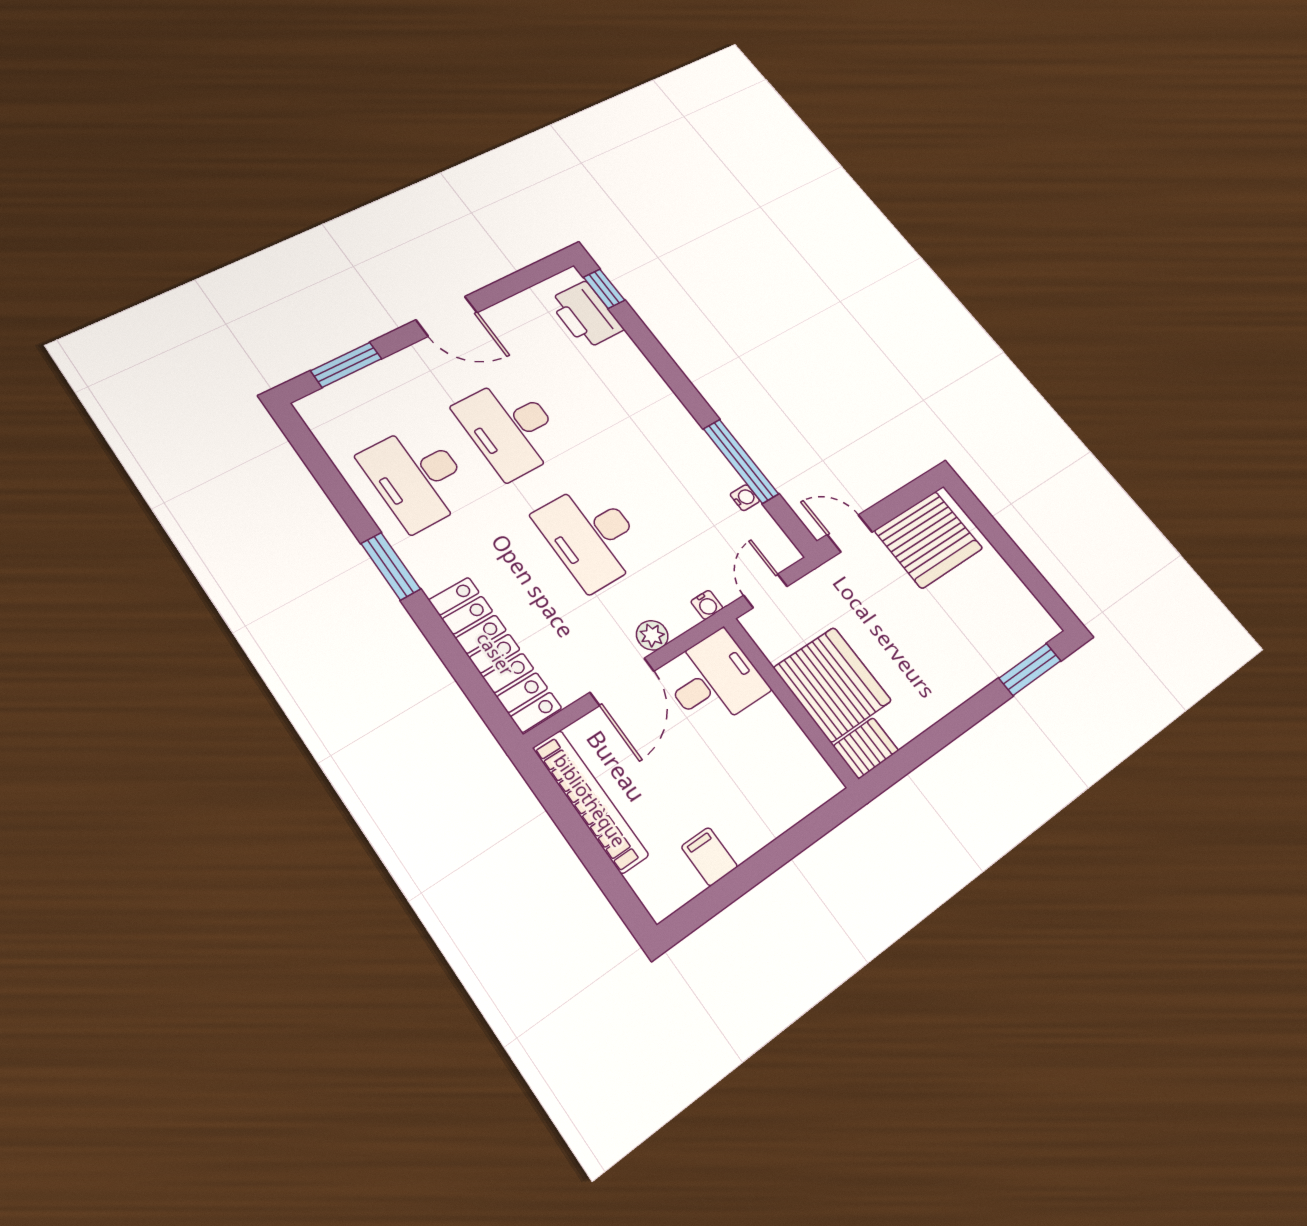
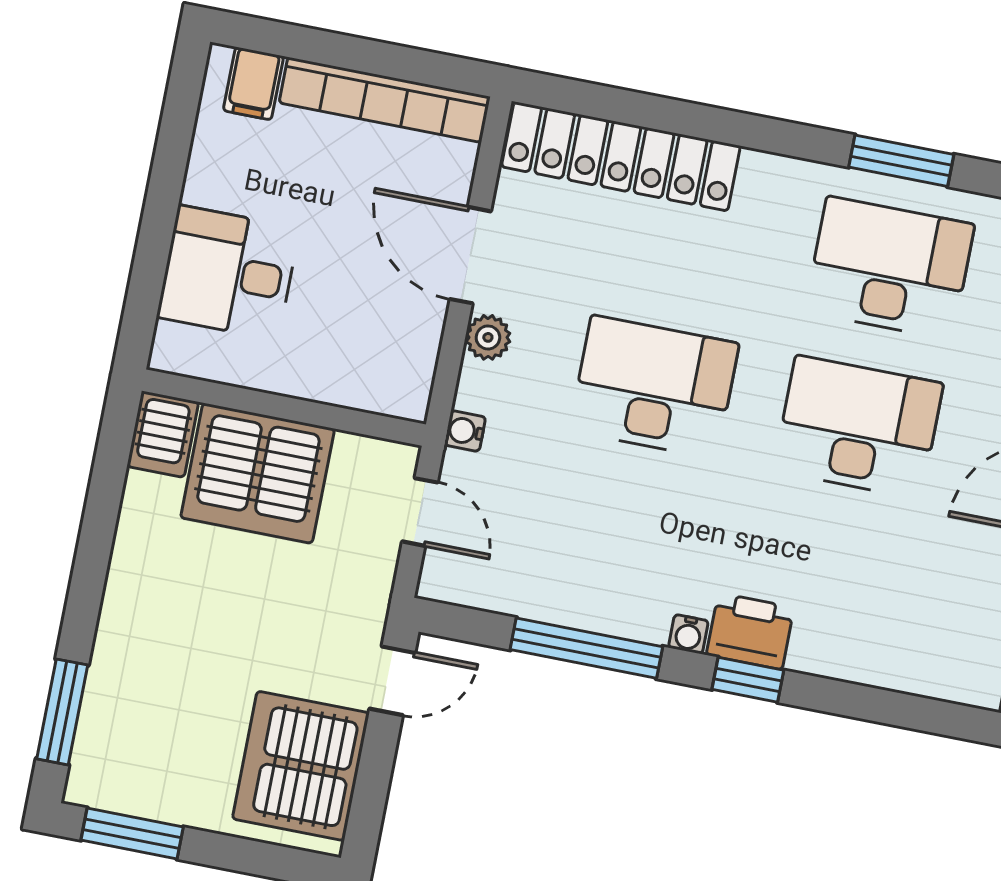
window: (604, 289) -> (748, 680), moved
printer: (586, 315) -> (750, 631), moved, width x0.73, depth x0.84
water cooler: (745, 498) -> (688, 634), moved
window: (391, 566) -> (901, 161), moved
window: (1039, 586) -> (132, 834), added
desk: (714, 680) -> (228, 273), moved, turned 90
filing cabinet: (709, 857) -> (253, 83), moved, turned 90

